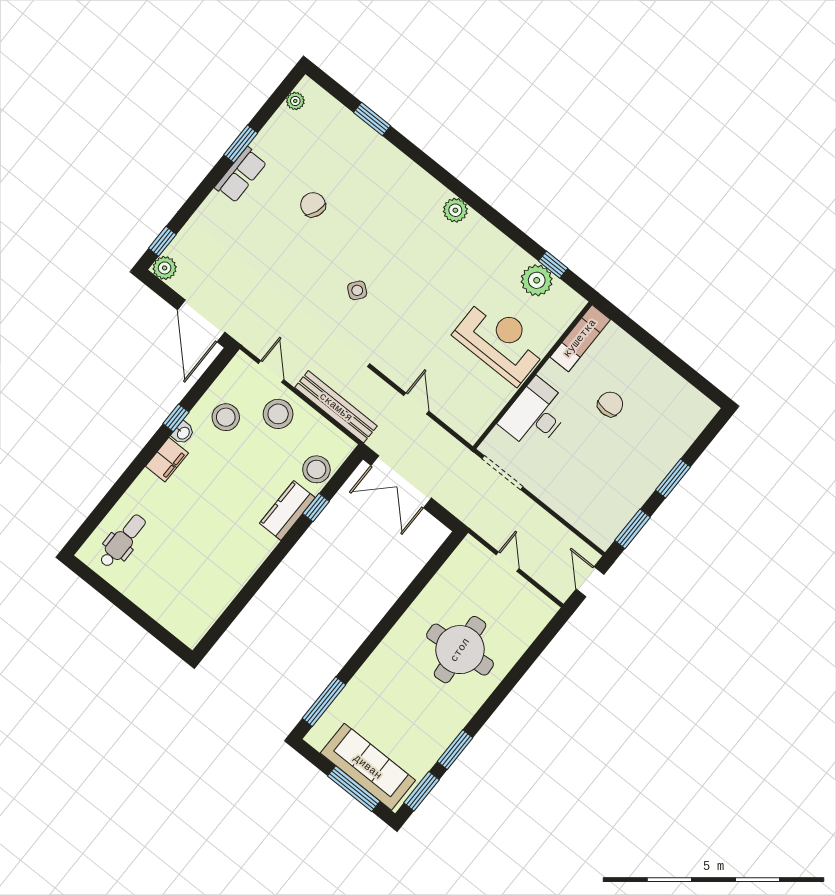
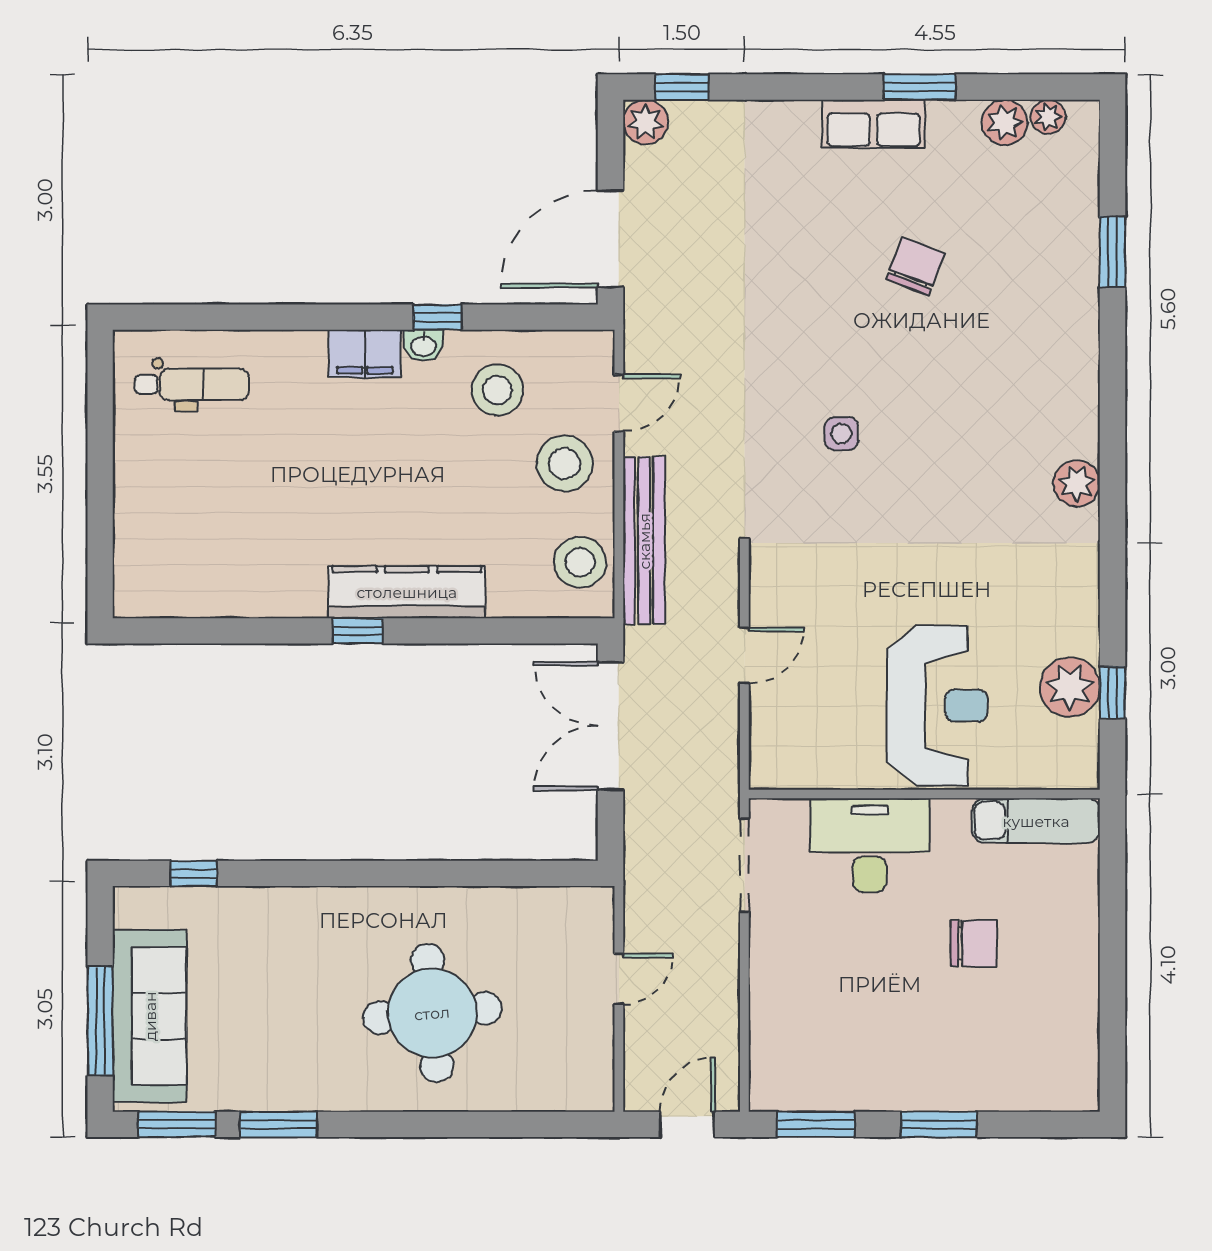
plant: (283, 121) -> (1005, 122), added
side table: (357, 290) -> (841, 434), turned -38
stool: (316, 469) -> (580, 562), moved
window: (316, 508) -> (358, 631), moved
kitchen counter: (287, 510) -> (407, 592), width x1.50
window: (324, 702) -> (194, 873), width x0.46

